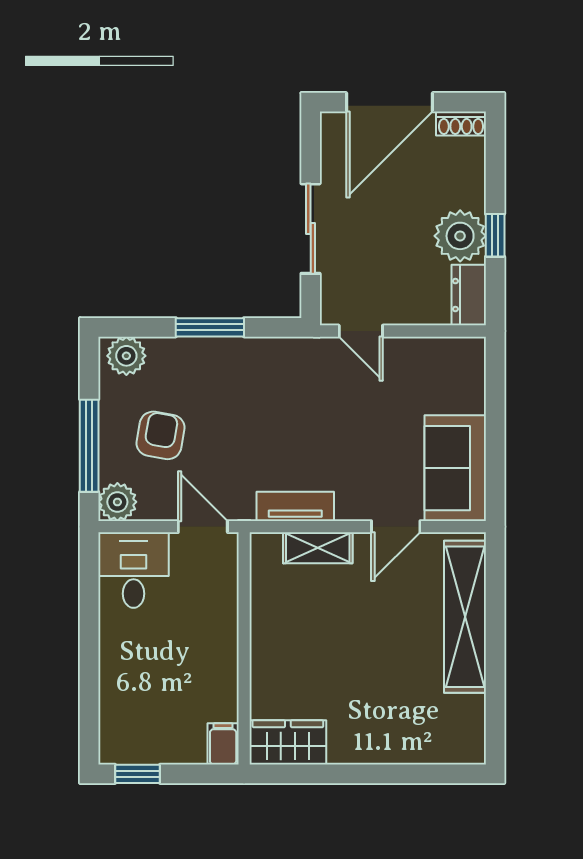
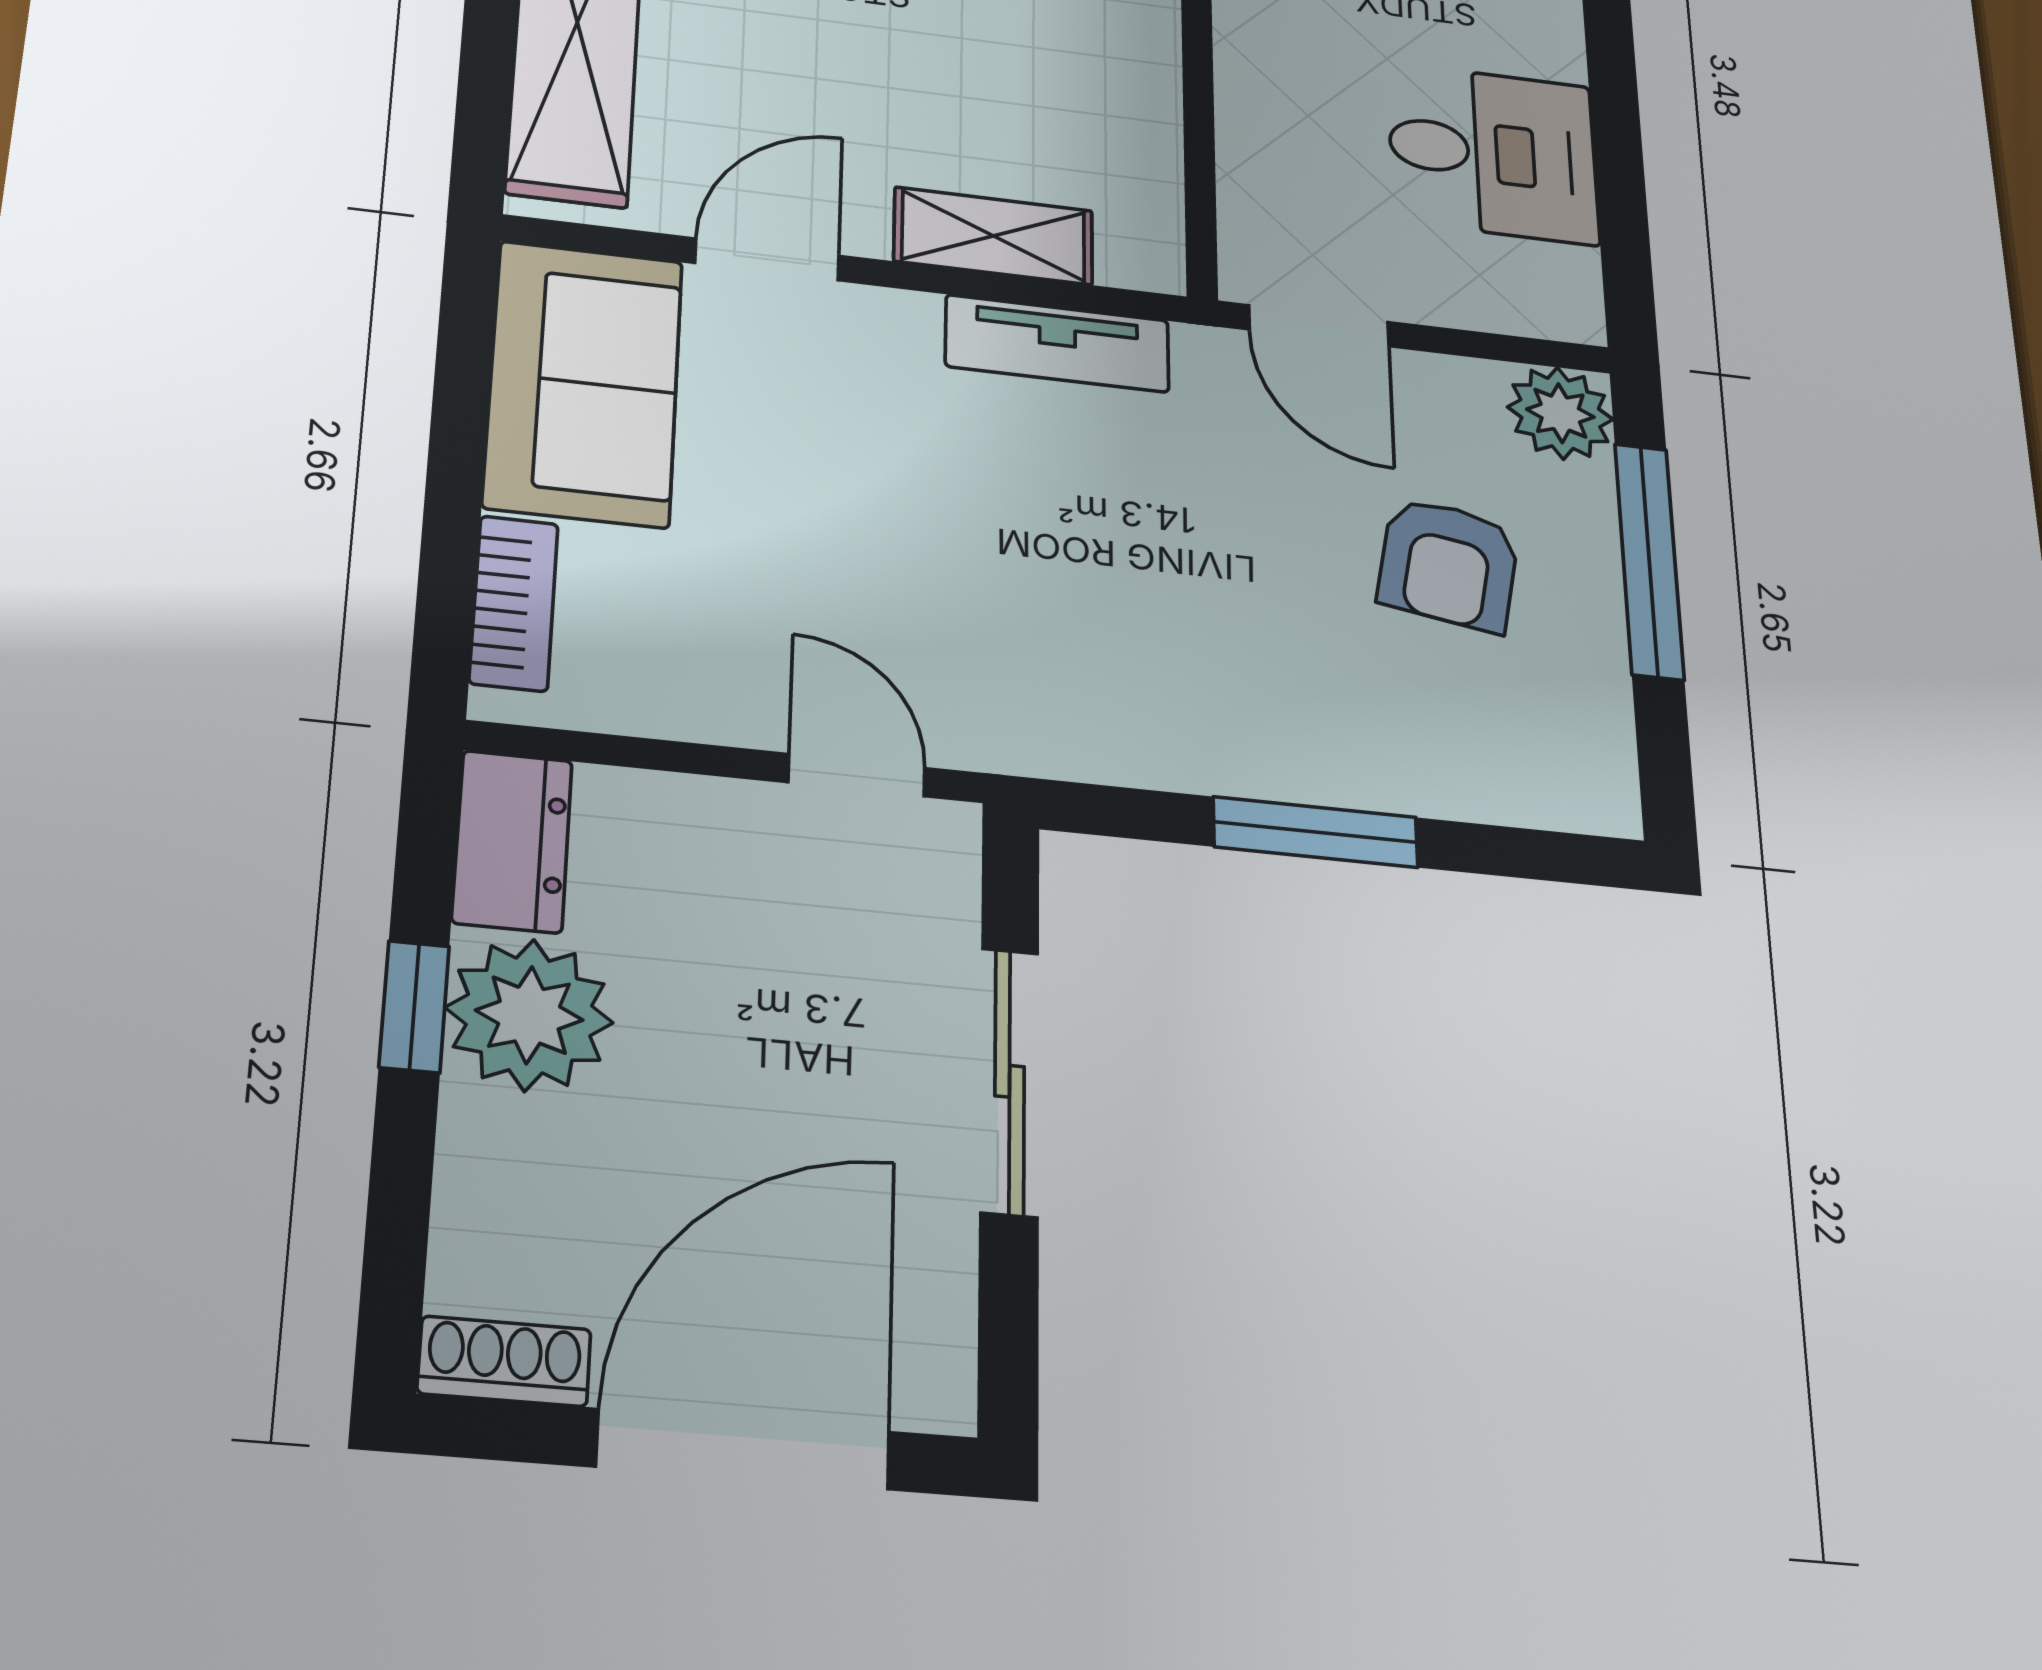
plant: (126, 356) -> (1559, 781), removed
bookcase: (473, 381) -> (514, 603), added
desk: (133, 570) -> (1493, 153), moved, turned -90

